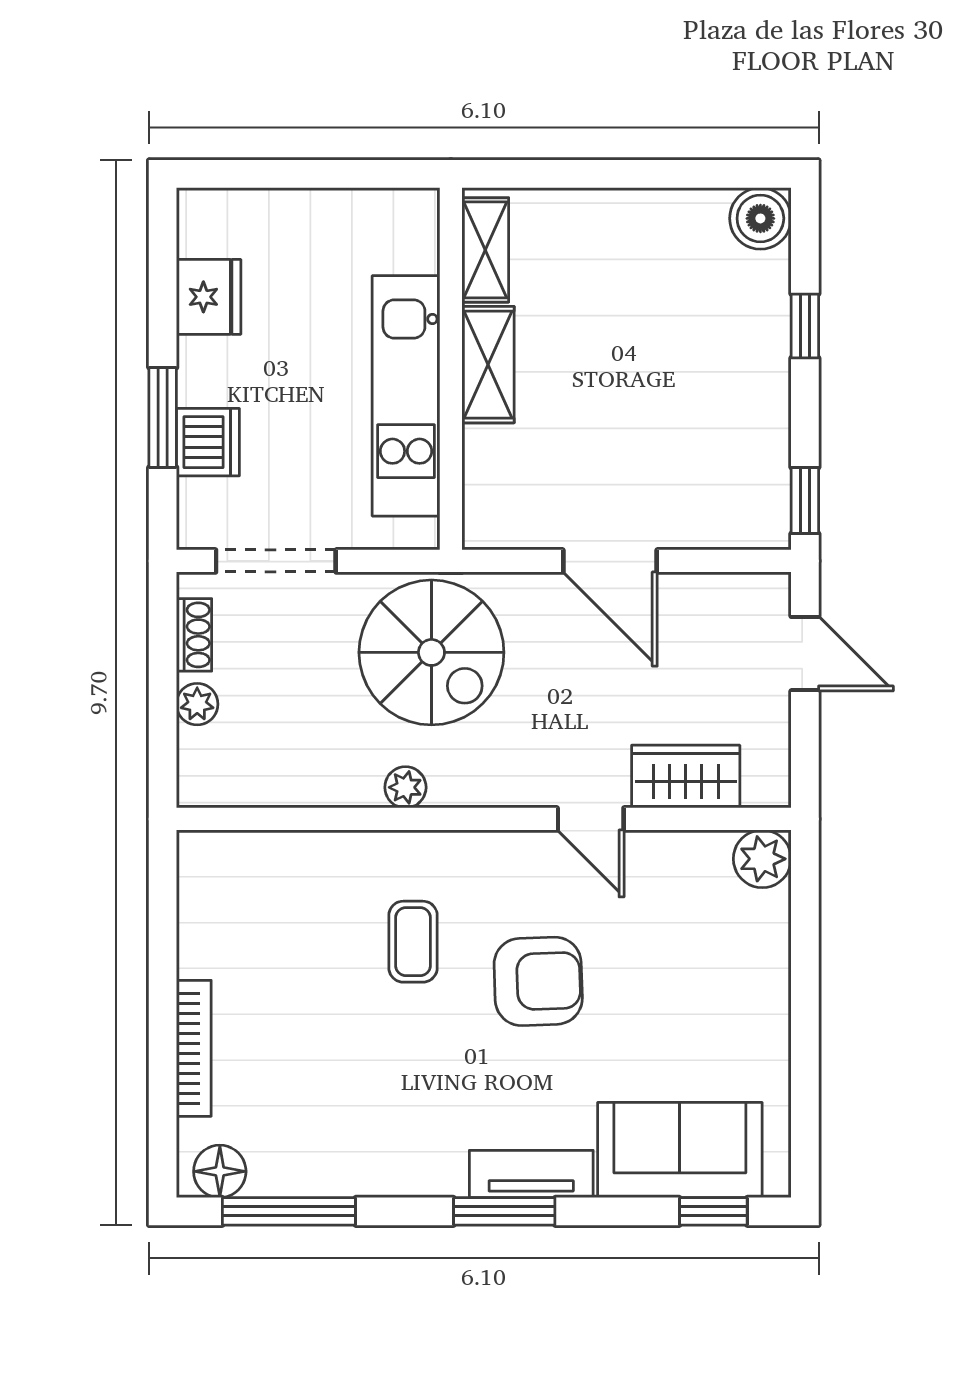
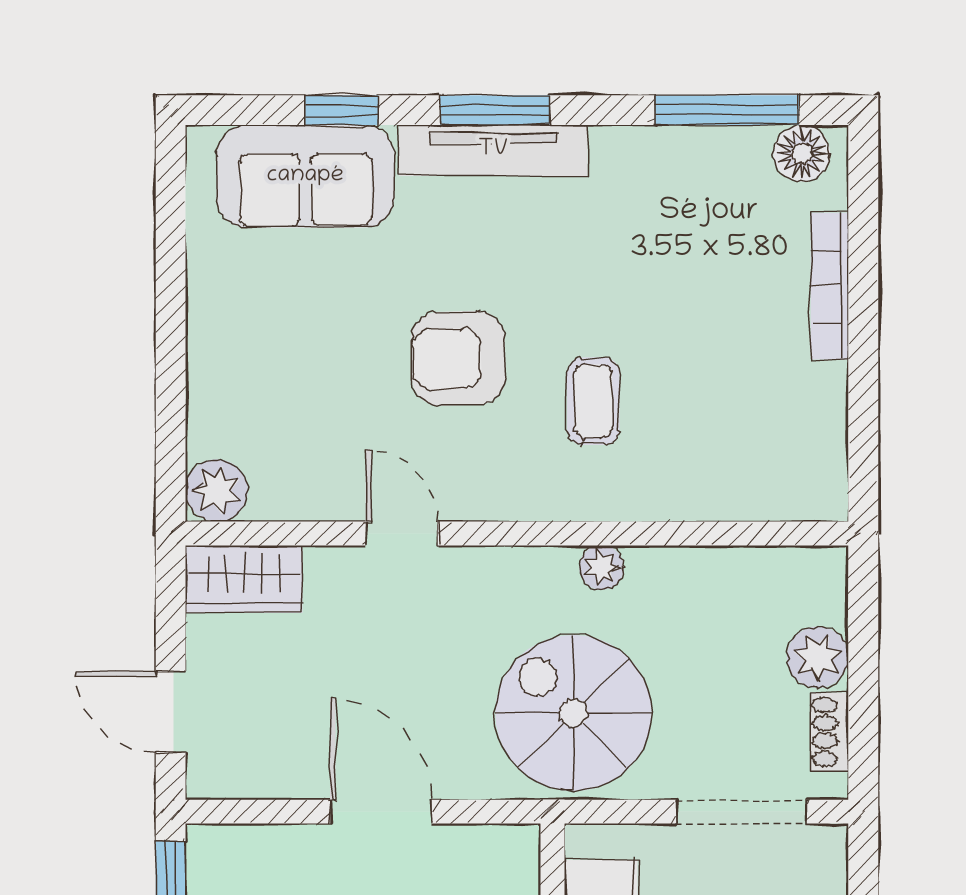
plant: (197, 704) -> (818, 657), width x1.38, depth x1.38
wardrobe: (686, 777) -> (244, 579), moved
tv unit: (531, 1174) -> (493, 150), width x1.41
window: (713, 1211) -> (342, 110), moved

